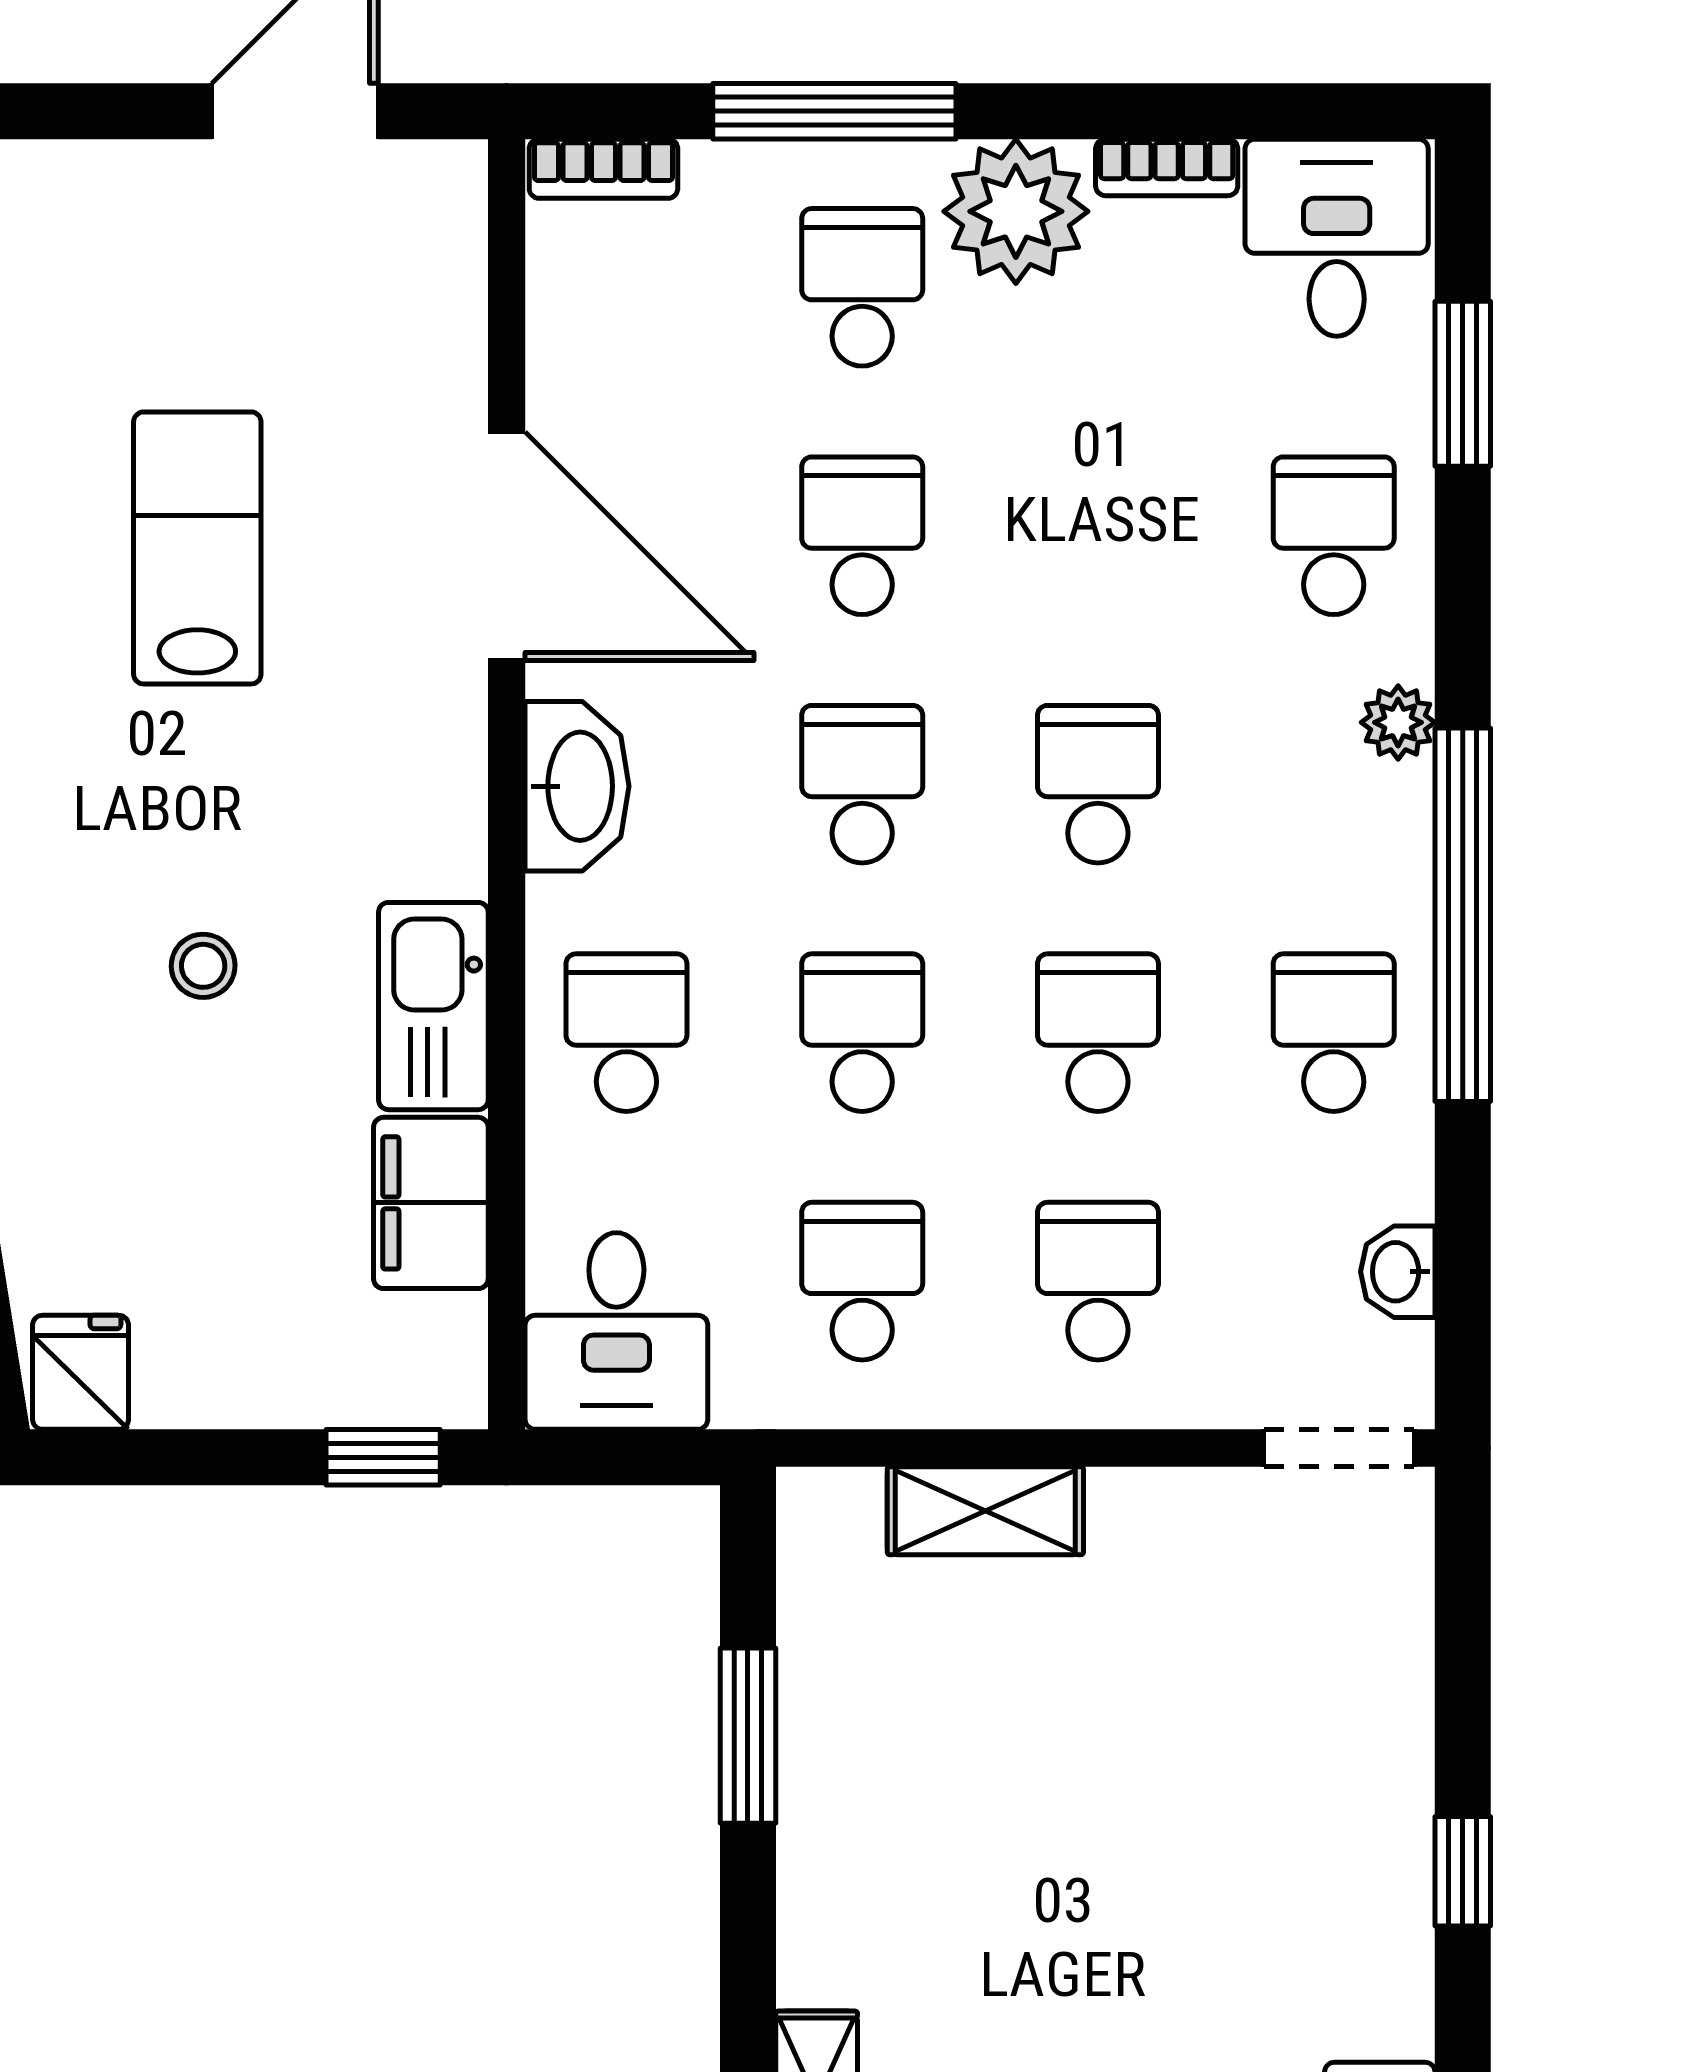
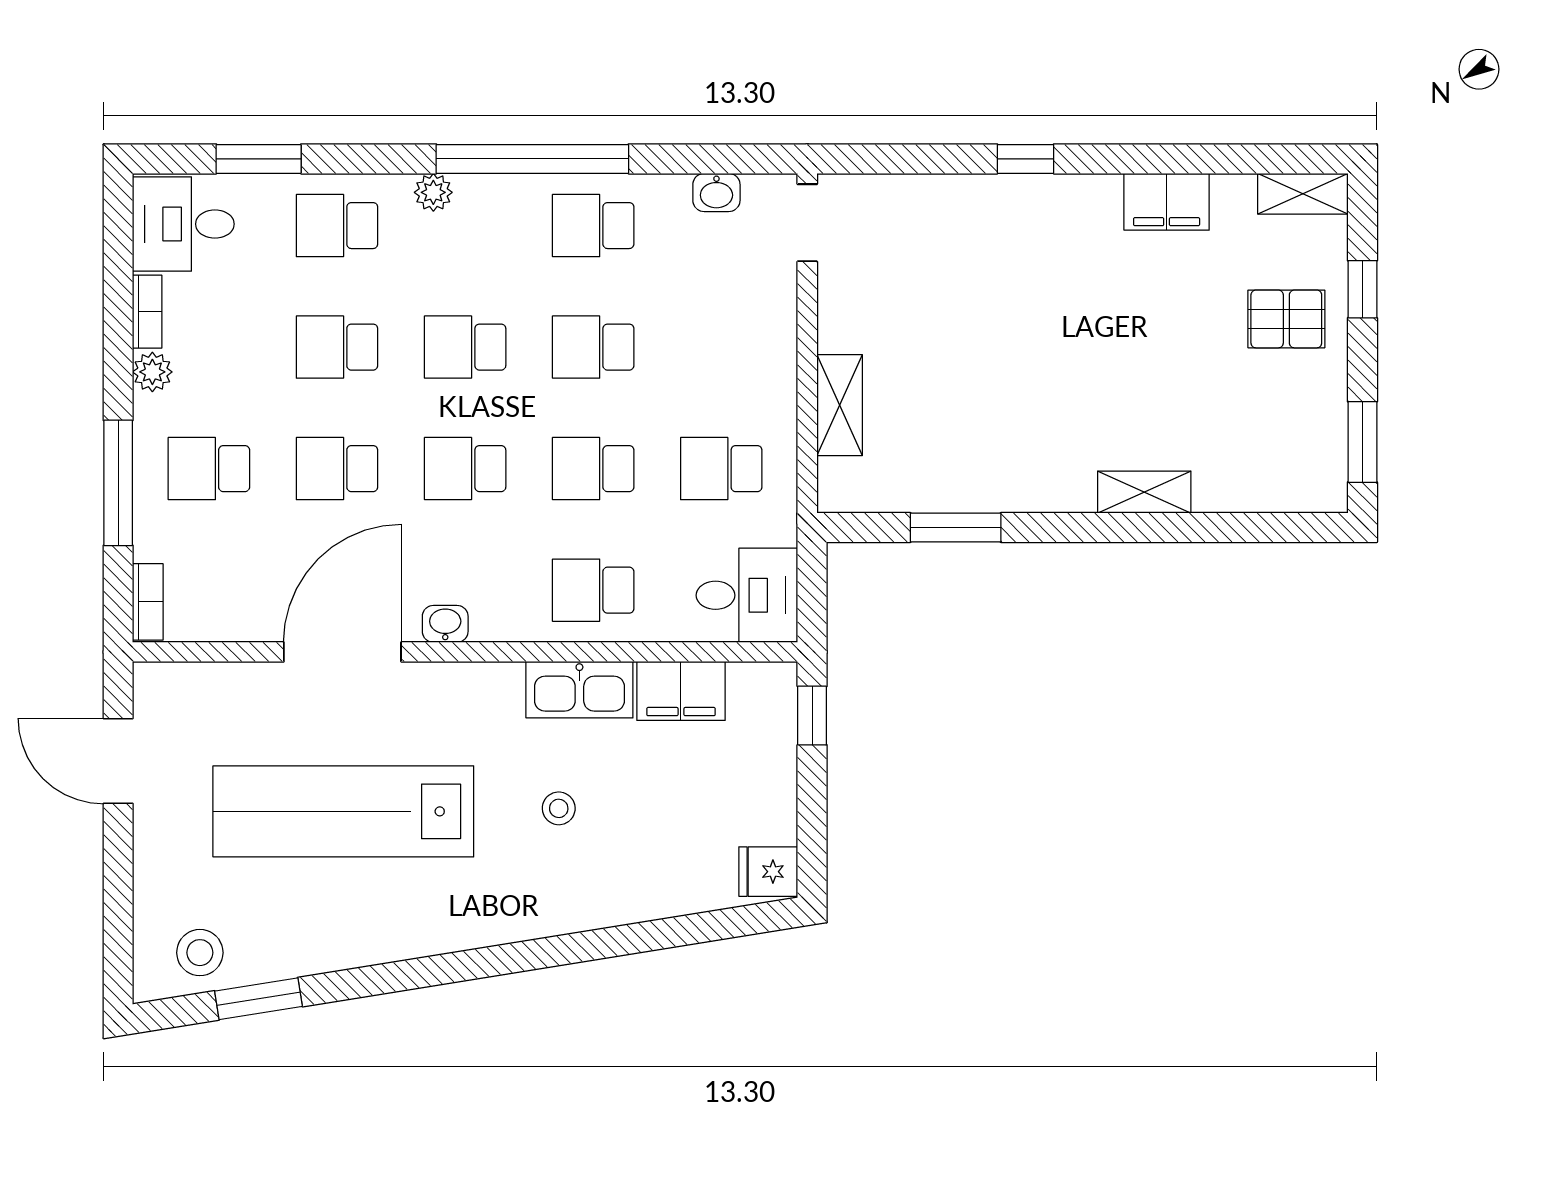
plant: (1016, 211) -> (152, 372), width x0.53, depth x0.53
lab bench: (197, 548) -> (343, 811), width x1.86, depth x1.39
washbasin: (577, 786) -> (445, 624), width x0.52, depth x0.69
school desk: (1098, 1281) -> (337, 347), moved

